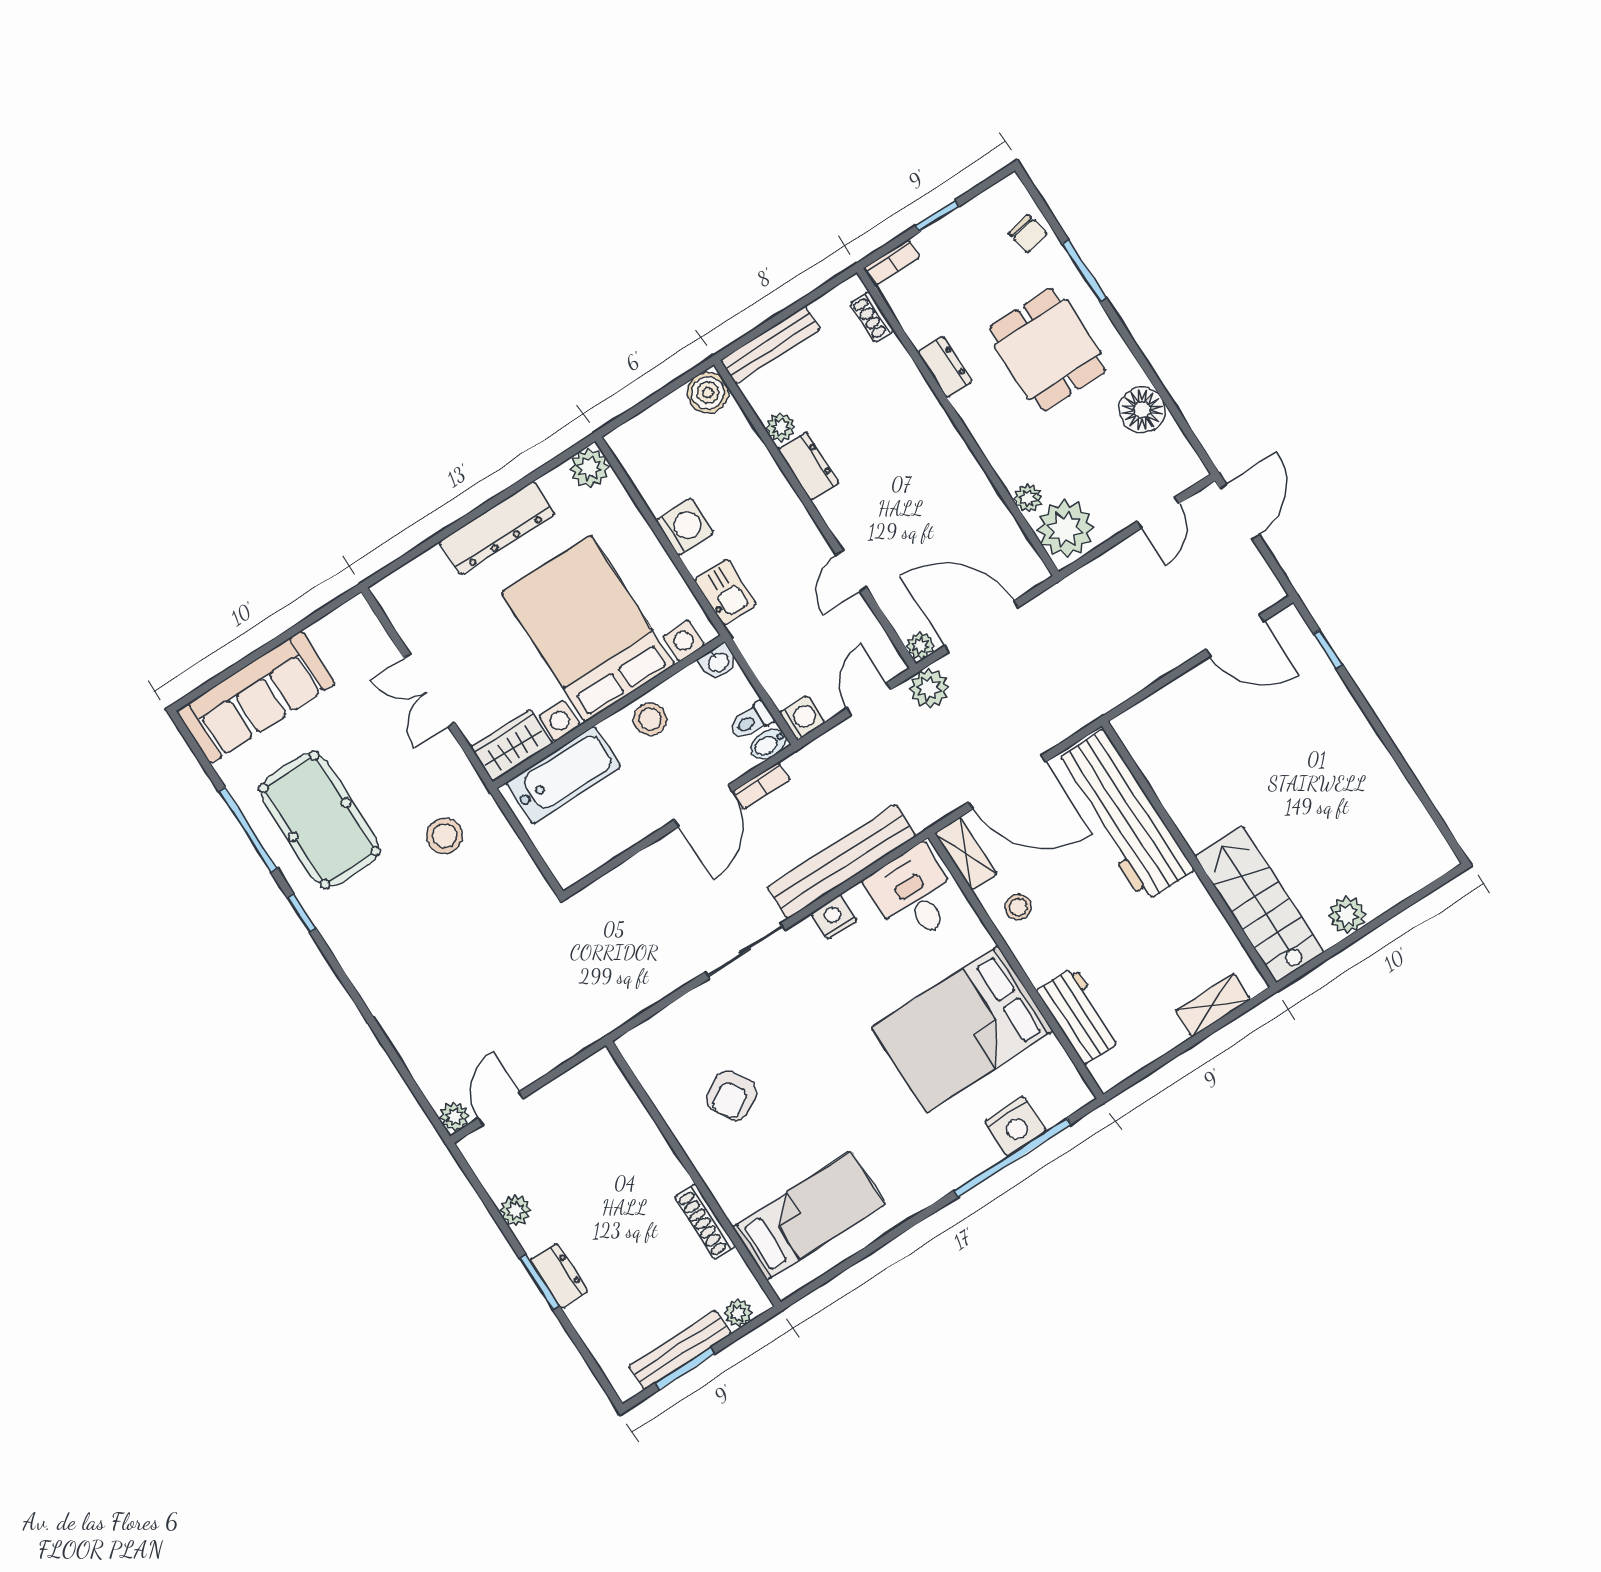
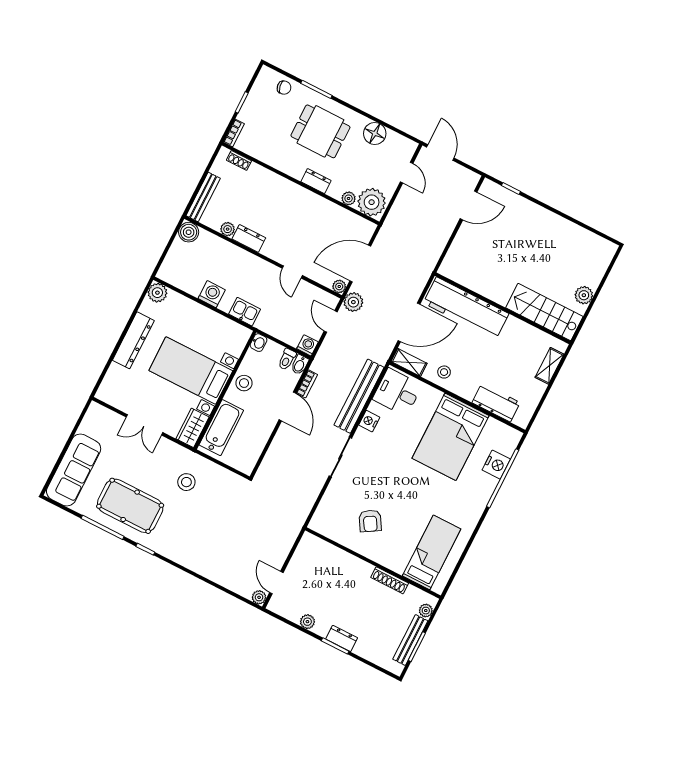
dresser: (945, 367) -> (316, 181), moved
bed with nightstands: (588, 629) -> (191, 371), width x0.73

